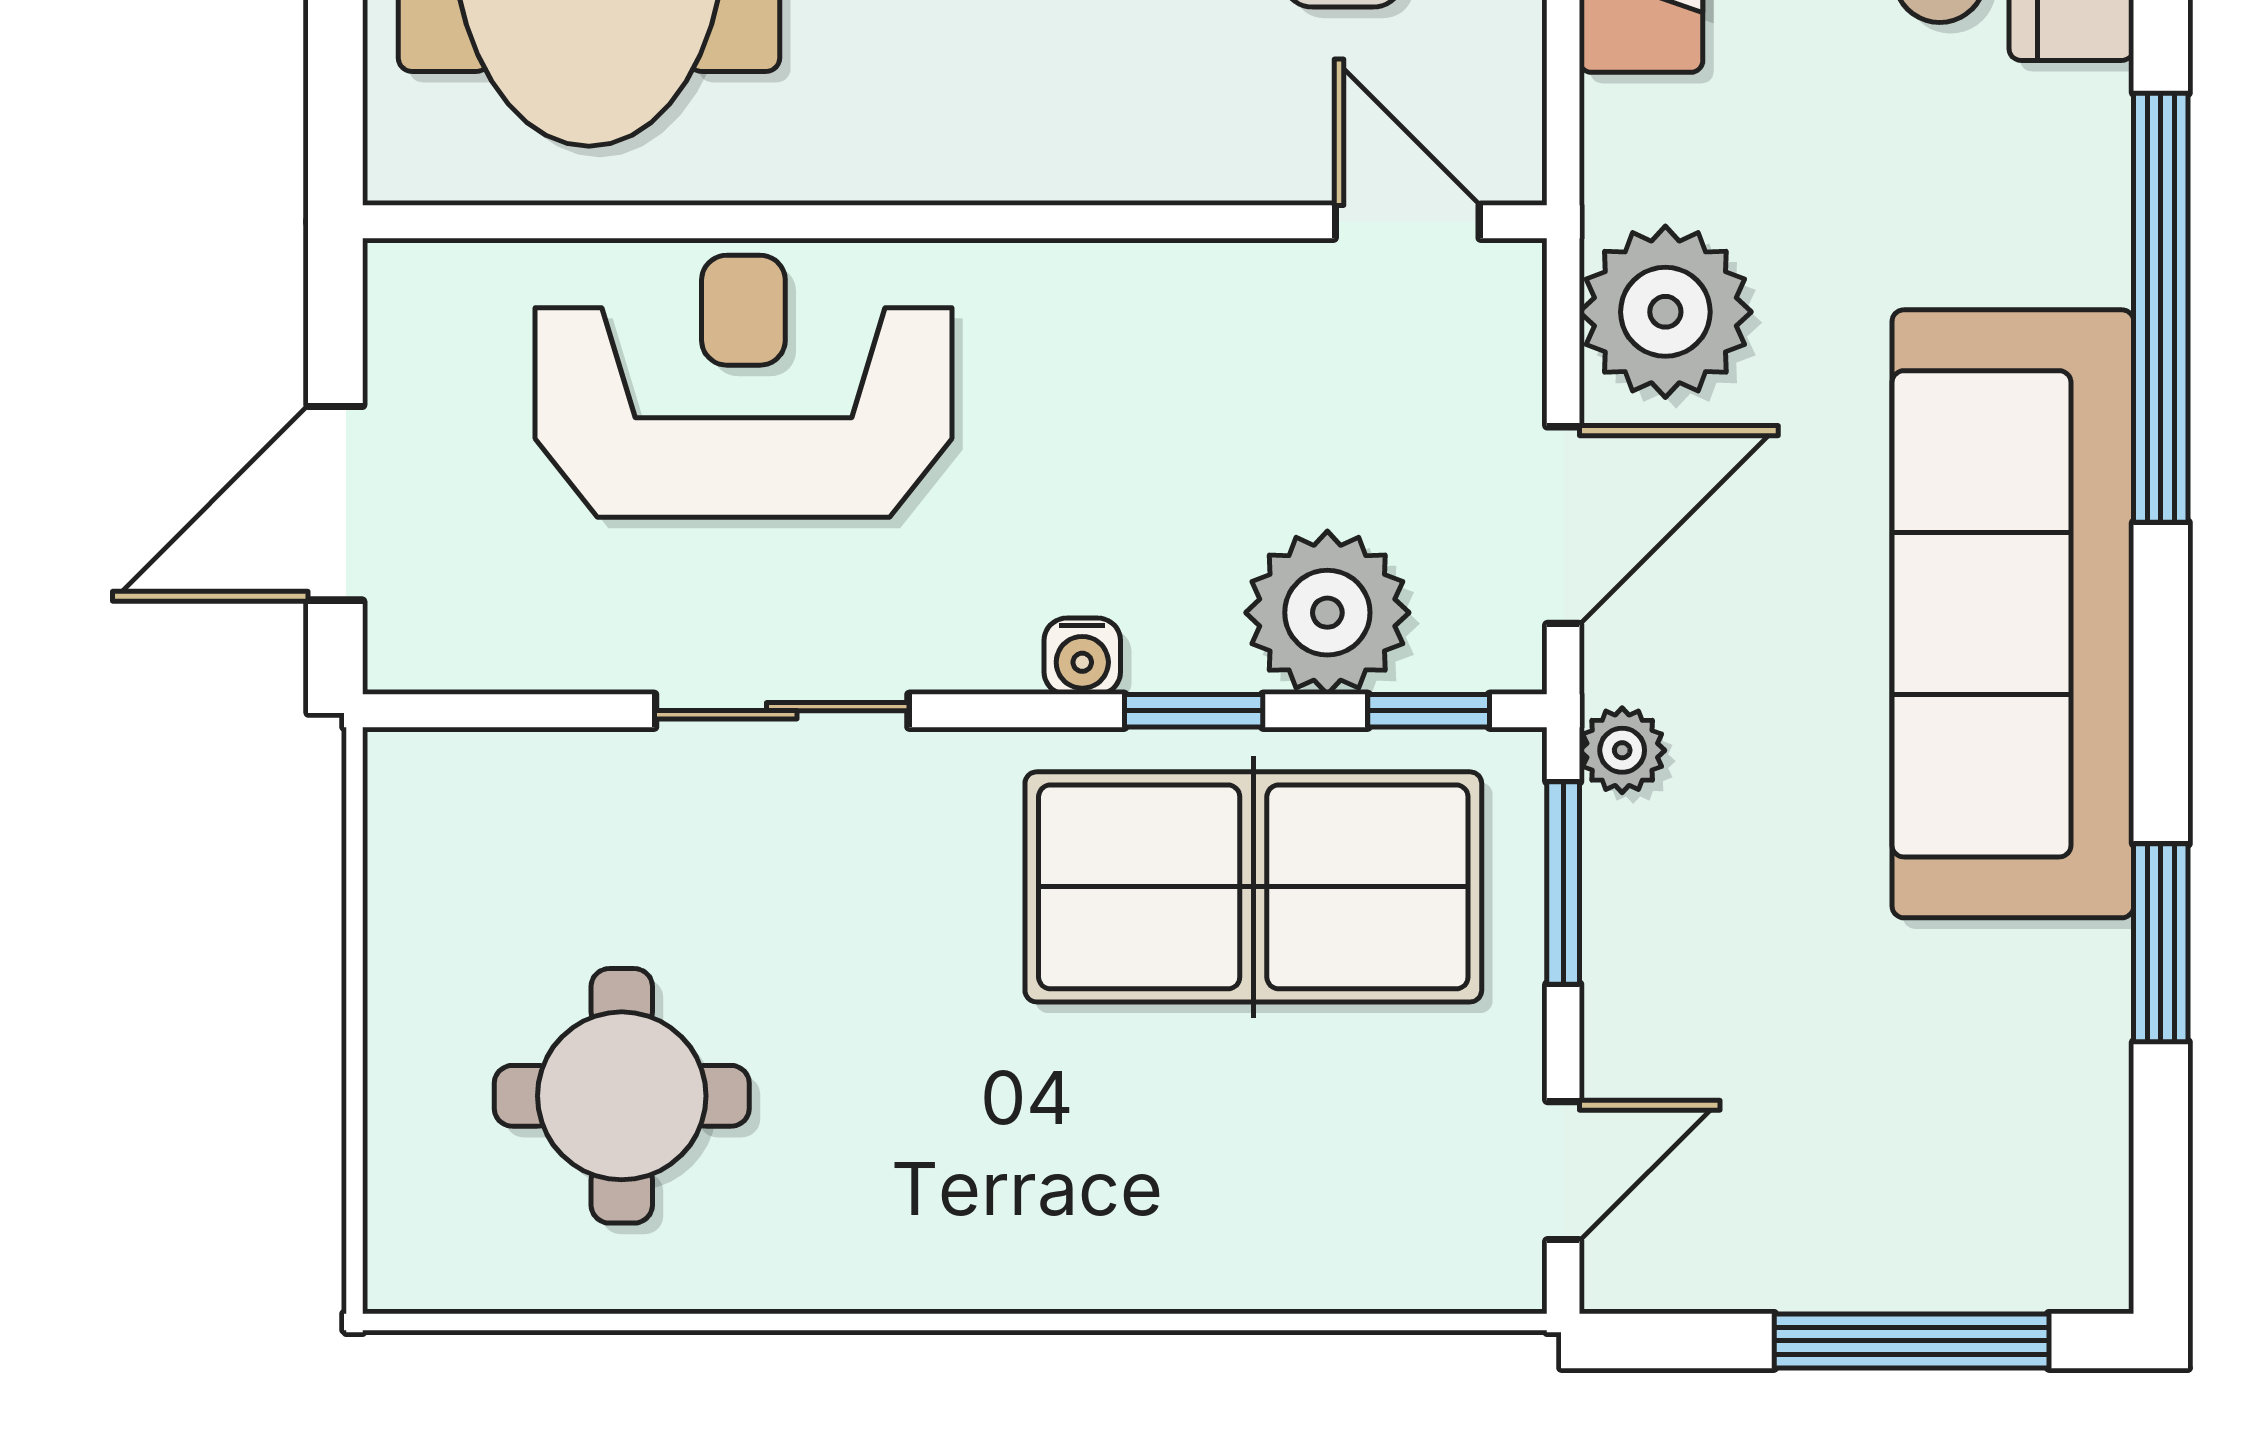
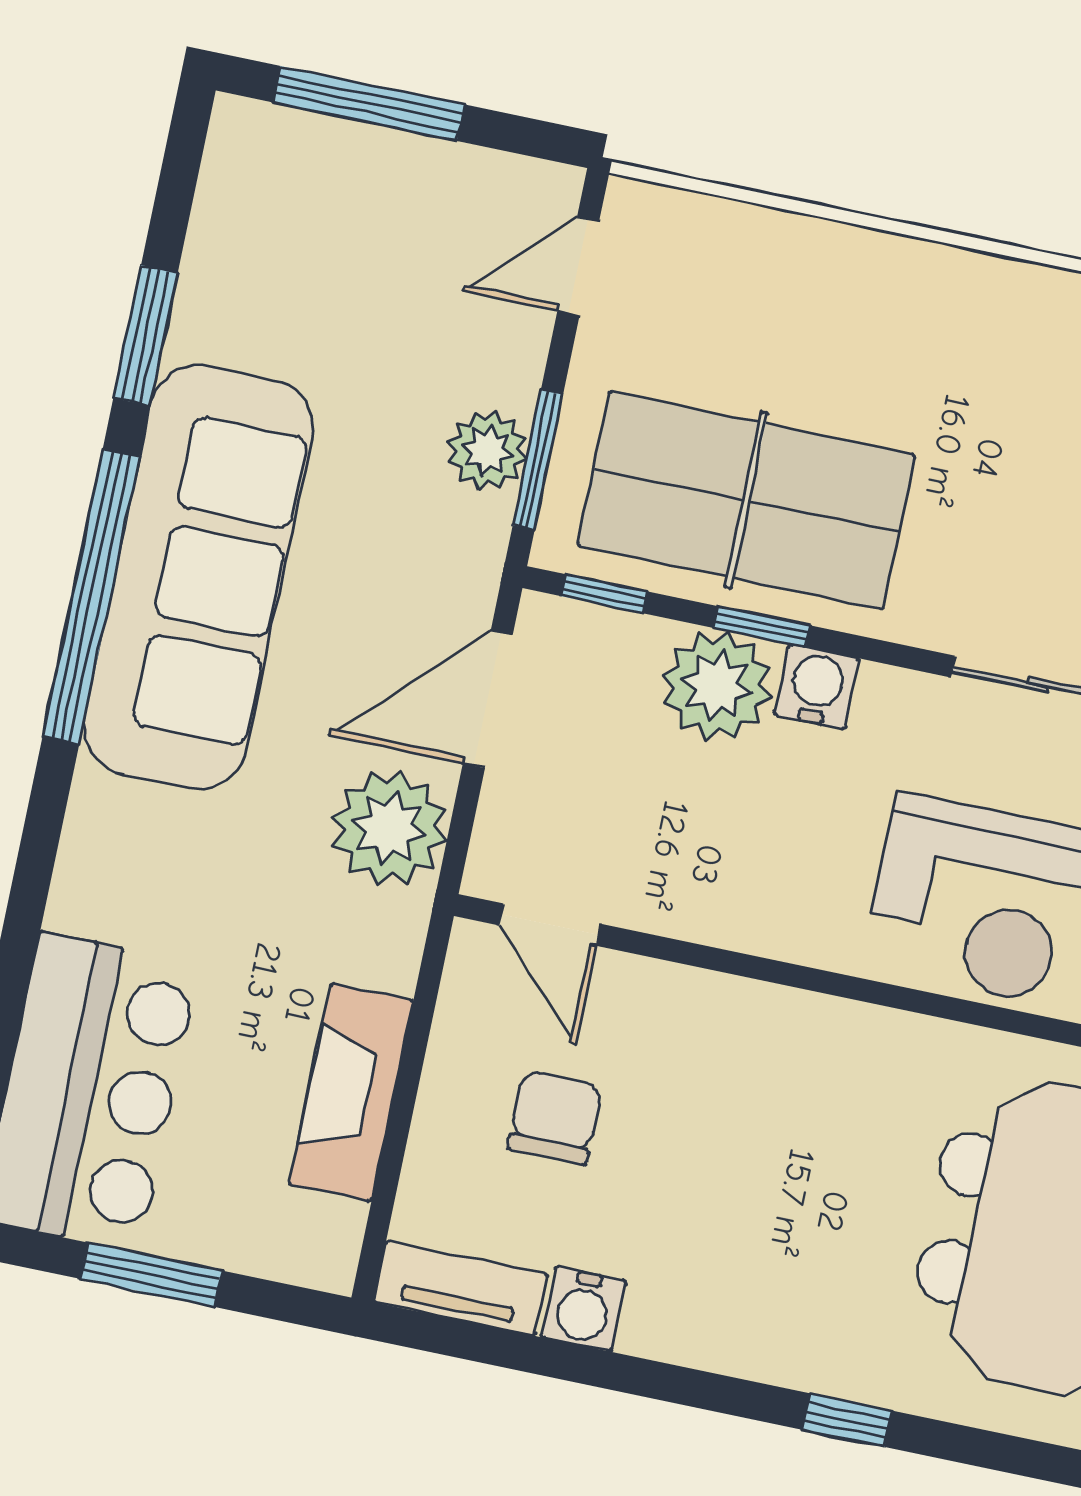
window: (2161, 308) -> (91, 596), moved
plant: (1327, 613) -> (717, 686), moved
water cooler: (1082, 656) -> (817, 687), width x1.38, depth x1.38
plant: (1622, 750) -> (487, 450), moved, width x1.38, depth x1.38

